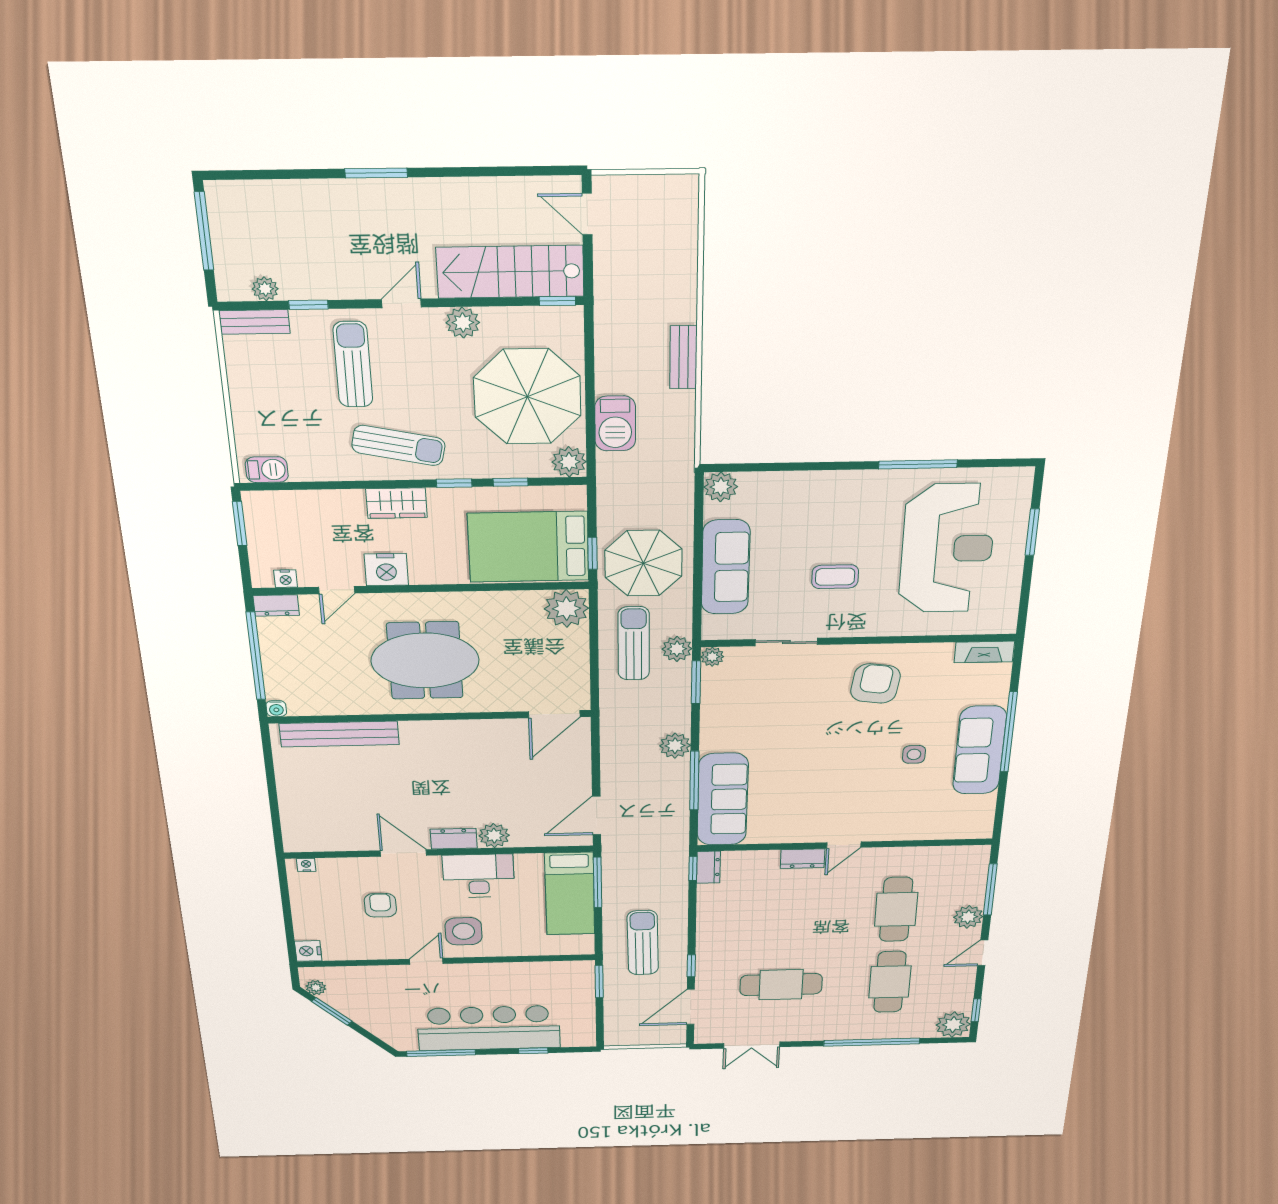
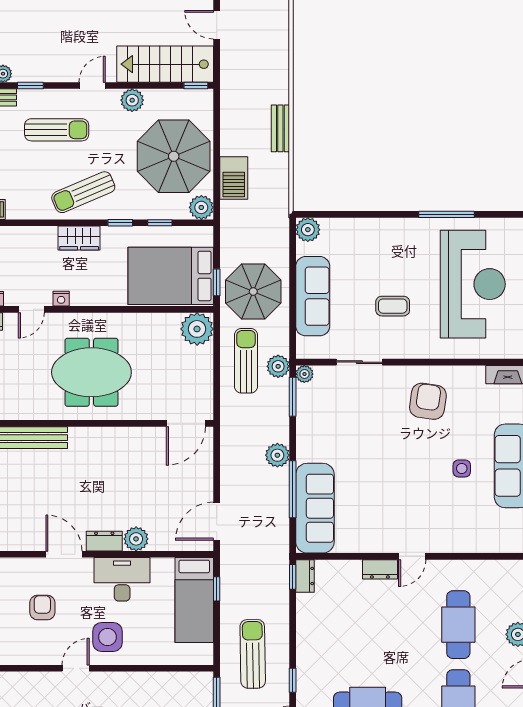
sun lounger: (353, 364) -> (57, 130), turned 90
sun lounger: (398, 445) -> (83, 192), turned 145
nightstand: (386, 570) -> (61, 299), width x0.53, depth x0.56
window: (598, 882) -> (217, 589), width x0.46

